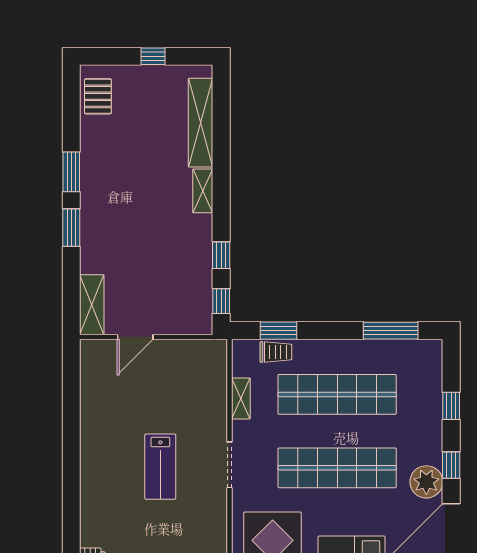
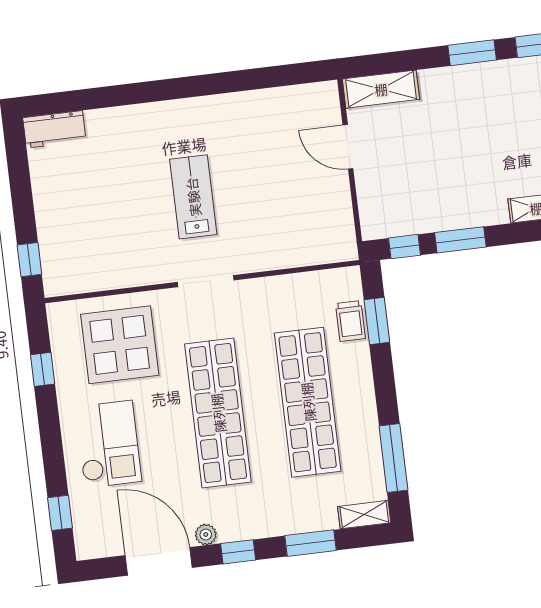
window: (221, 255) -> (460, 240), width x1.50
shelving: (241, 398) -> (364, 515), moved
window: (451, 406) -> (311, 543), width x1.50
lab bench: (160, 467) -> (193, 197), turned 90
plant: (426, 482) -> (206, 534), width x0.53, depth x0.53

